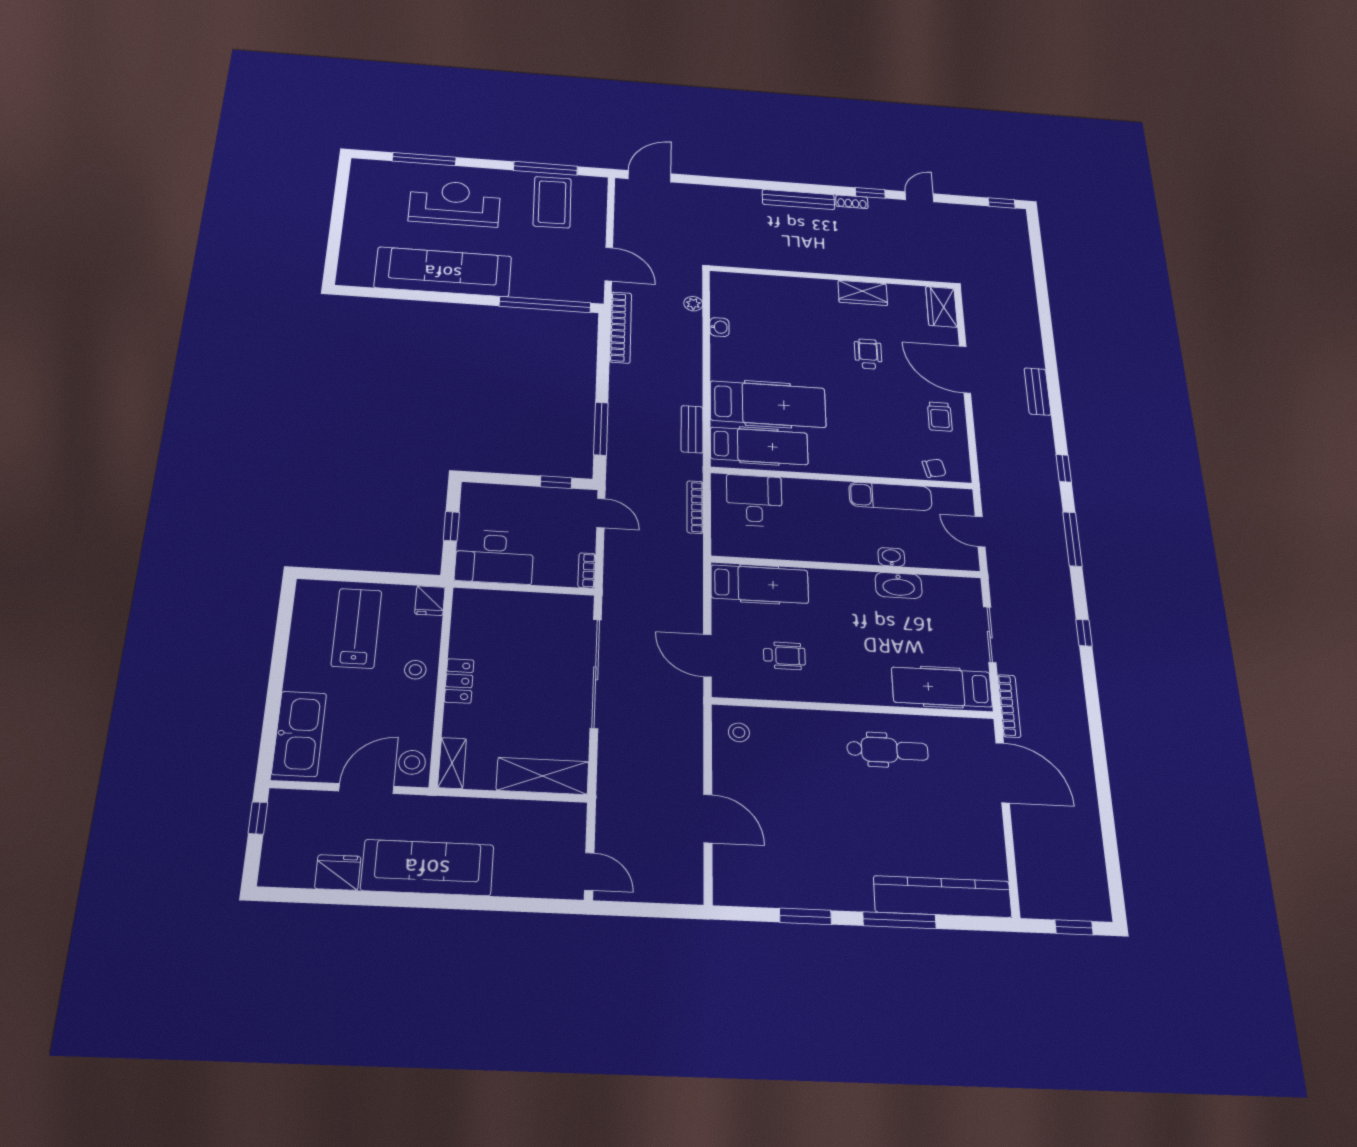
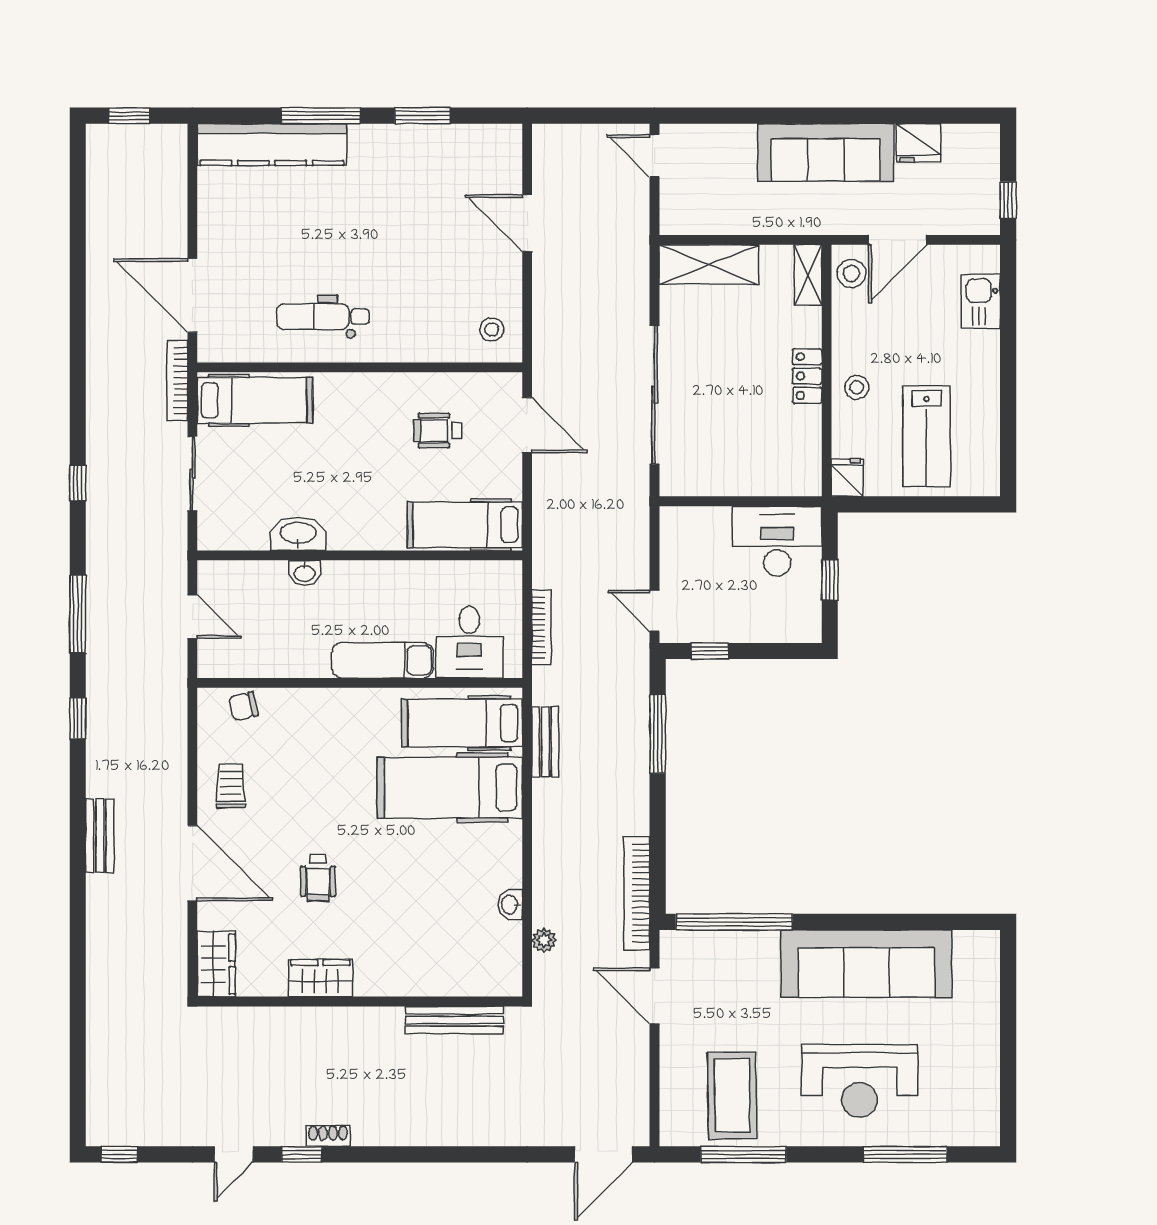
bench: (798, 200) -> (454, 1020), moved
exam couch: (890, 496) -> (383, 660), moved
bookcase: (587, 570) -> (669, 530), removed
kitchen sink: (299, 734) -> (981, 301), width x0.53, depth x0.81

